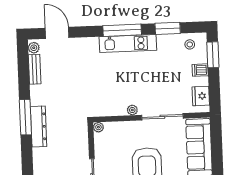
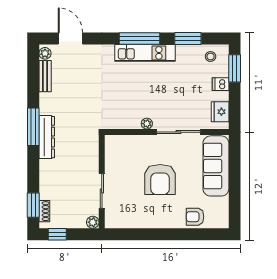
plant: (98, 127) -> (110, 140), removed

